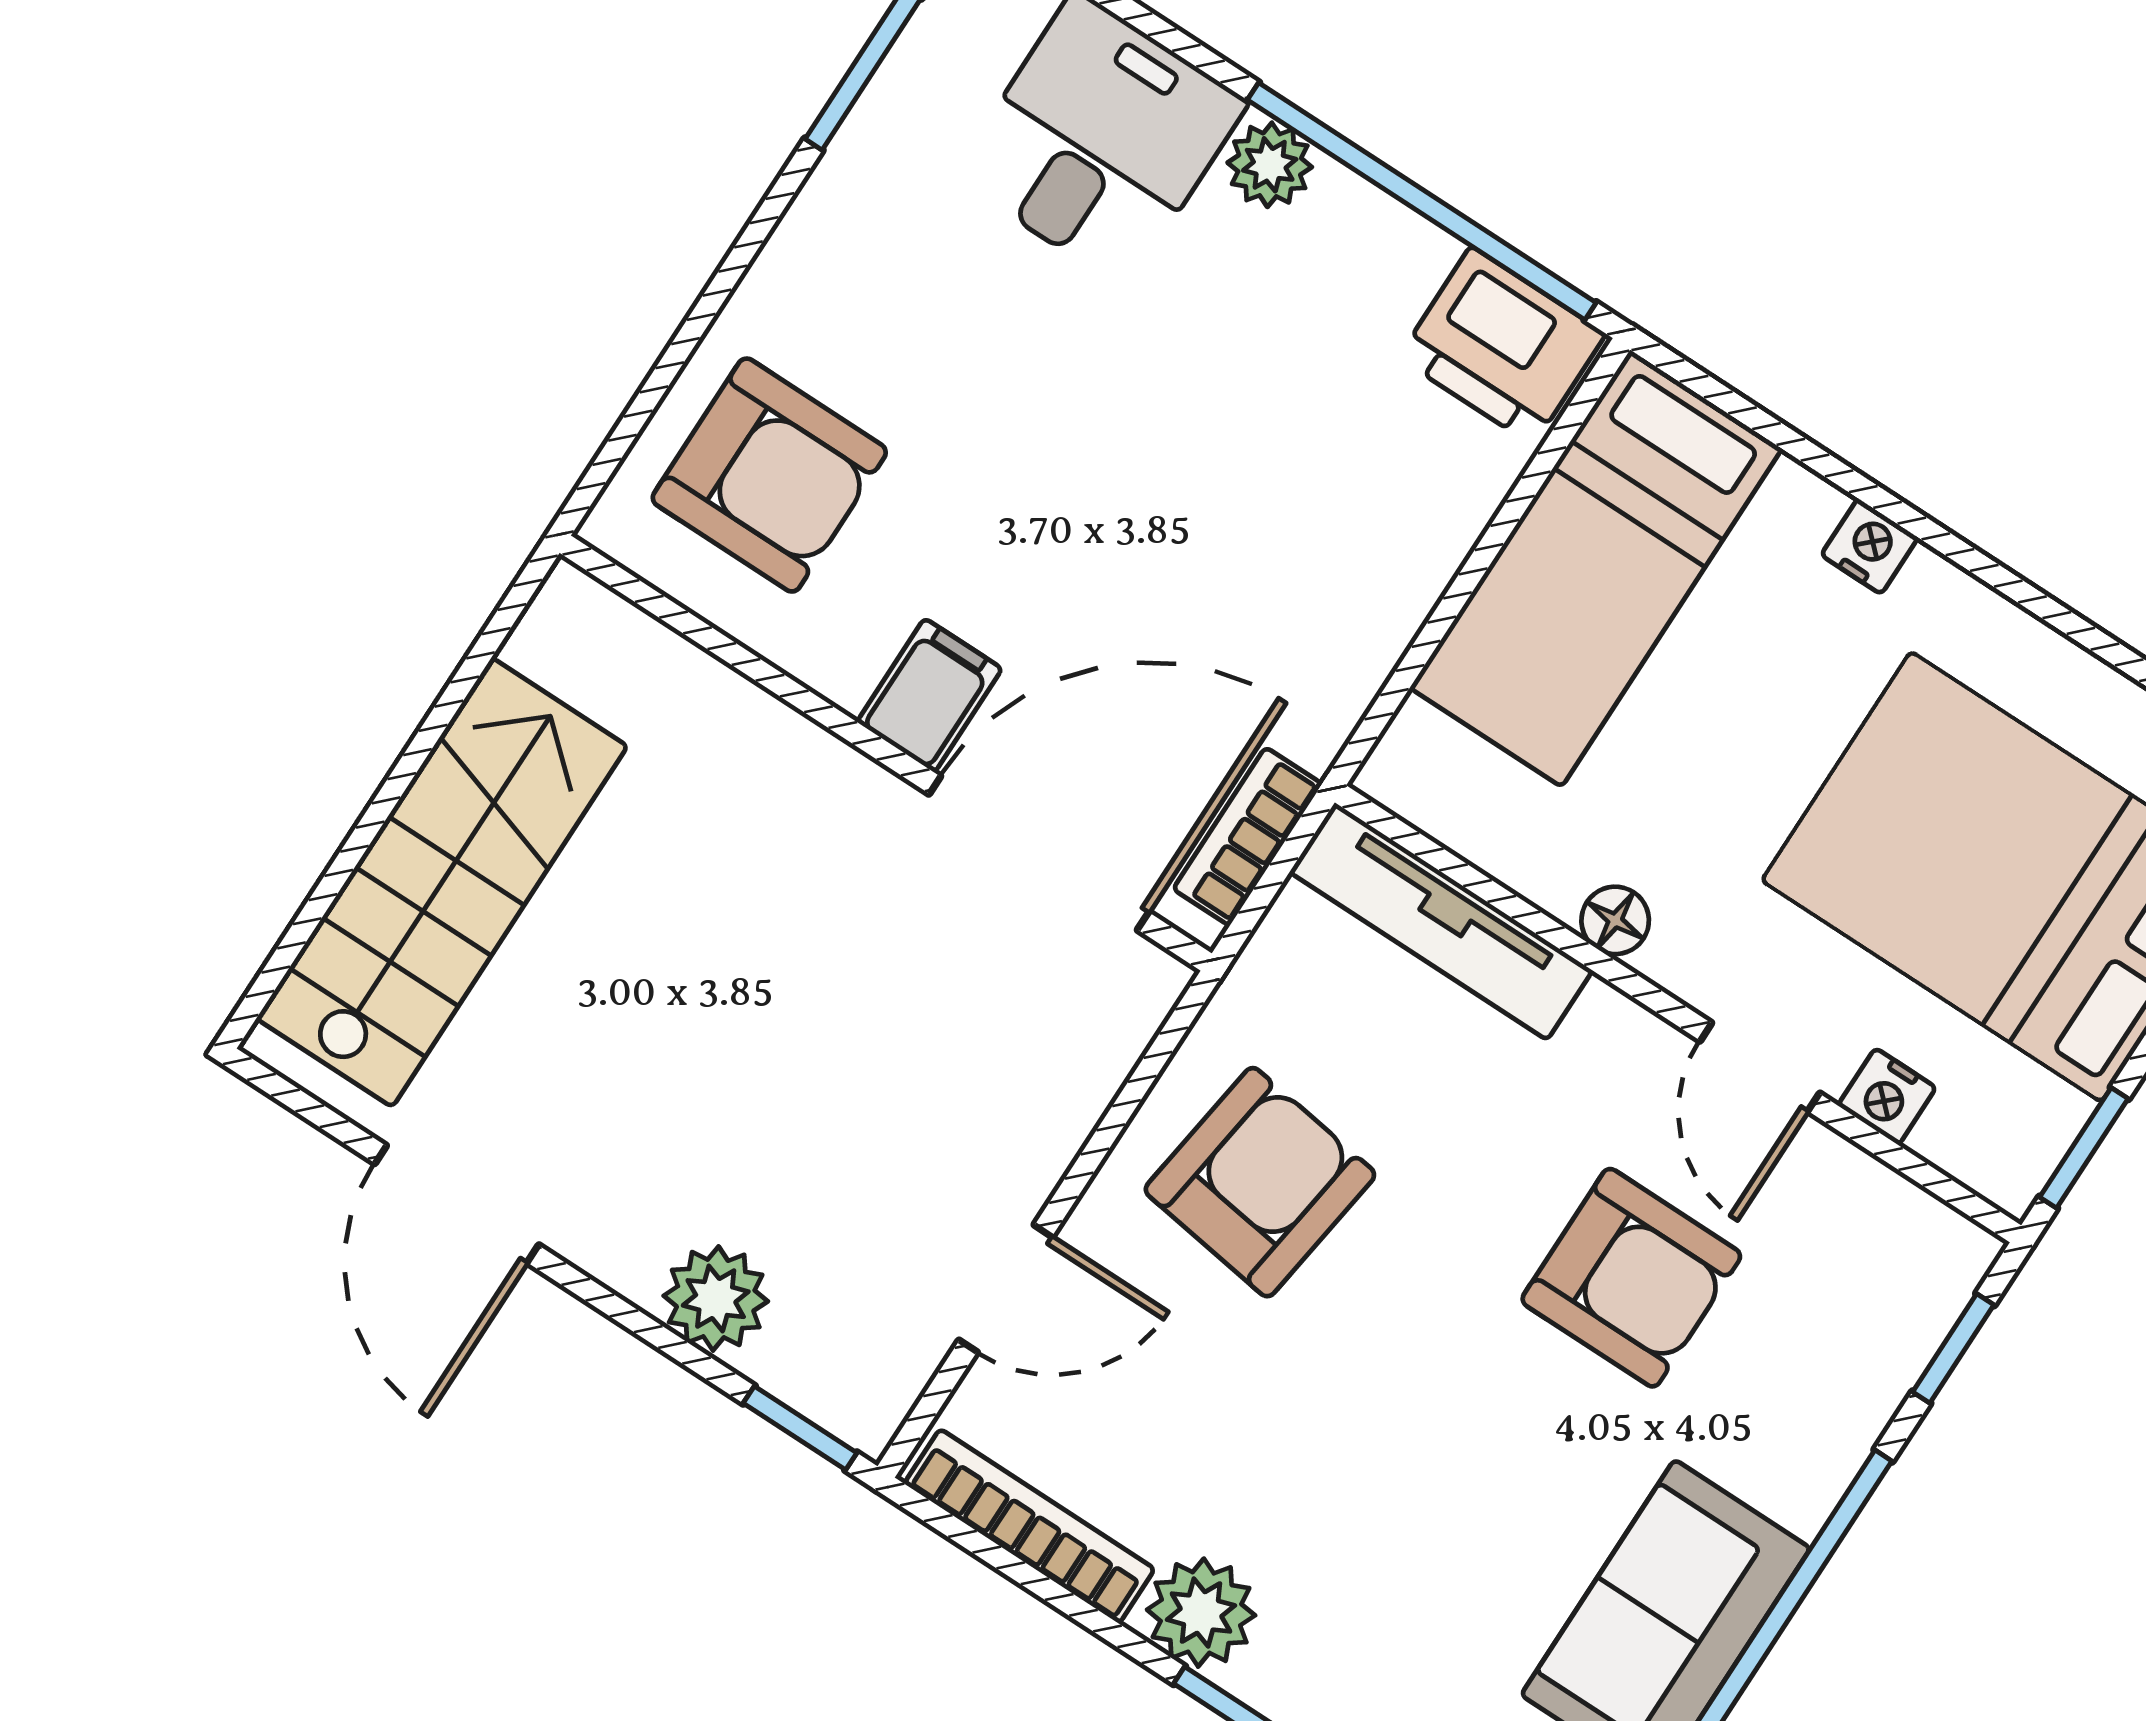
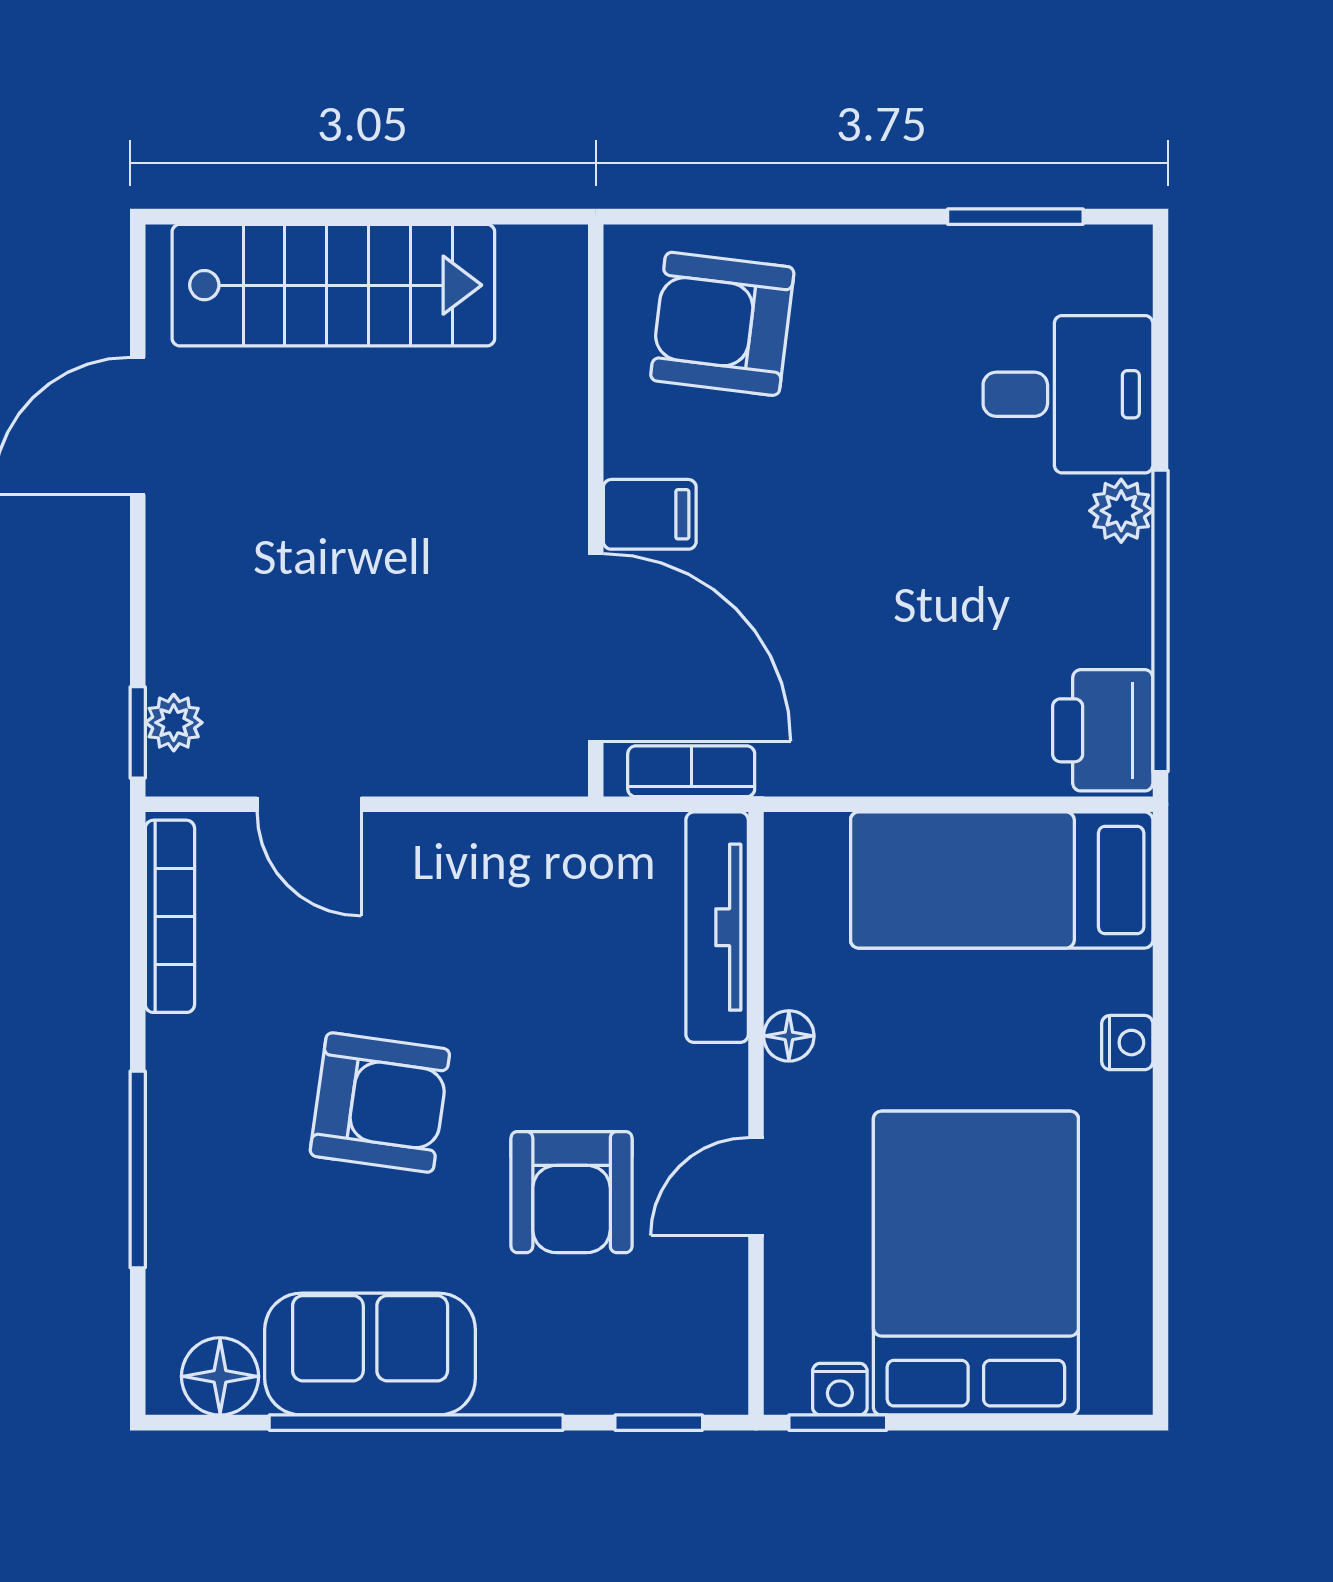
armchair: (769, 475) -> (722, 324), turned 97
nightstand: (1887, 1097) -> (840, 1389), moved, turned -90
armchair: (1260, 1182) -> (380, 1102), moved
plant: (716, 1299) -> (174, 723), moved, width x0.73, depth x0.73
plant: (1201, 1613) -> (186, 1059), removed

